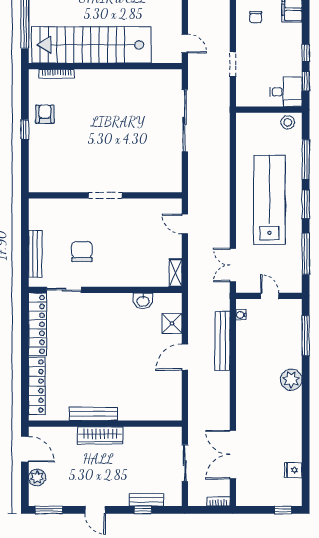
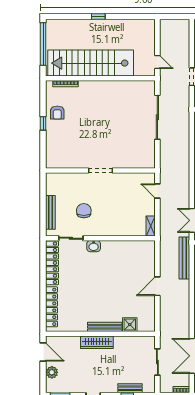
armchair: (45, 114) -> (57, 113), turned 180
washbasin: (143, 301) -> (94, 246), moved
shower: (172, 323) -> (130, 325), moved
bench: (223, 341) -> (184, 258), moved
bench: (93, 414) -> (105, 327), moved

